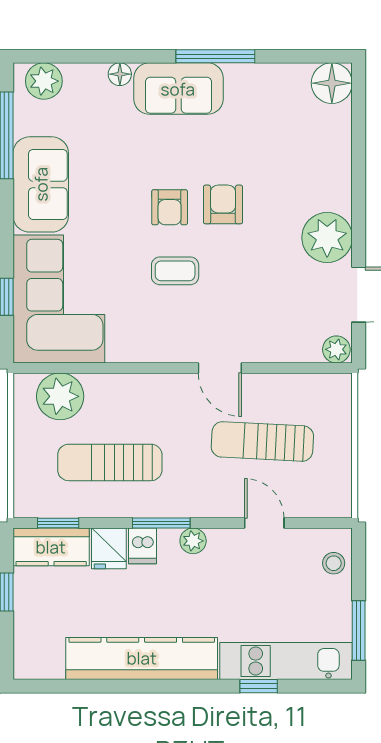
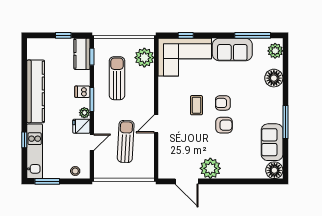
floor lamp: (120, 74) -> (274, 78), width x1.89, depth x1.89
sofa: (178, 89) -> (272, 142), moved
plant: (336, 349) -> (164, 172), removed
fridge: (109, 548) -> (81, 126), moved

